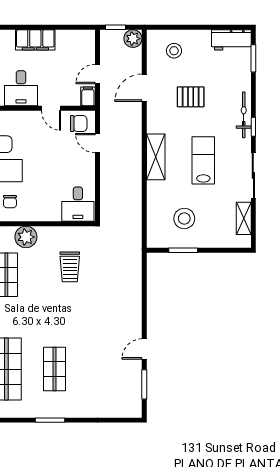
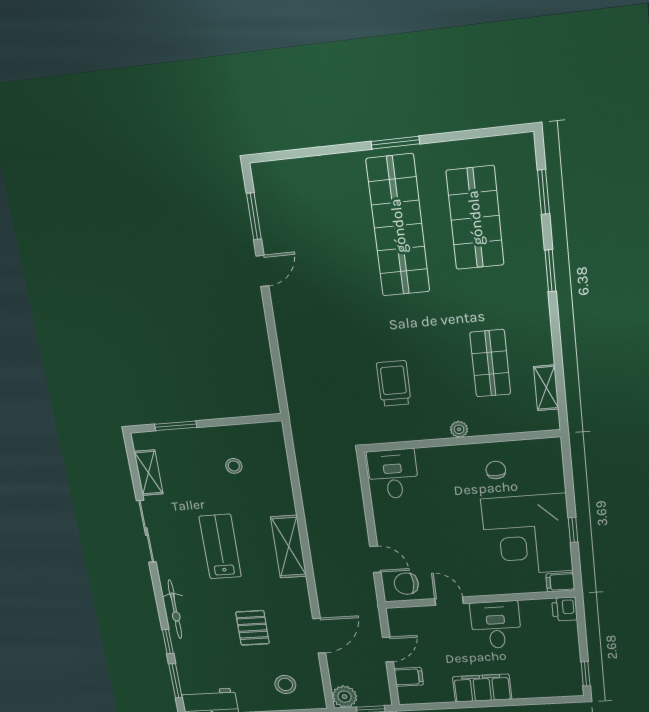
filing cabinet: (88, 96) -> (409, 677), moved, turned -90
pallet: (191, 97) -> (252, 628), turned 90
window: (253, 127) -> (168, 642), moved
lab bench: (203, 160) -> (220, 547), turned 180
stool: (184, 218) -> (234, 466), width x0.53, depth x0.53
plant: (26, 237) -> (459, 429), width x0.53, depth x0.53
window: (183, 250) -> (176, 426), moved
shop shelf: (54, 369) -> (398, 226), width x2.00, depth x1.36

